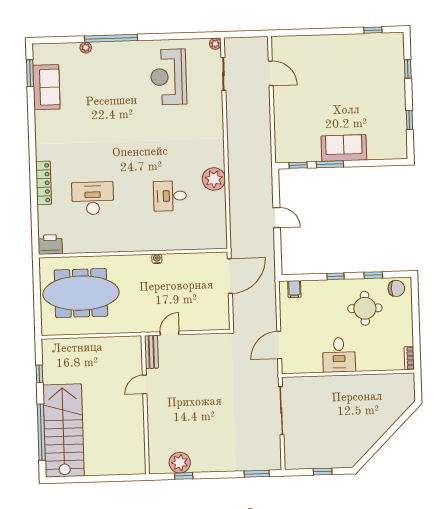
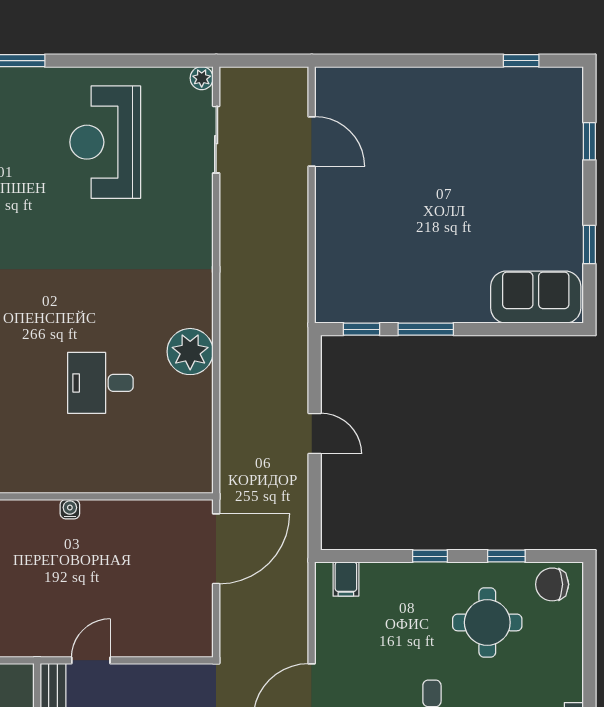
sofa: (344, 148) -> (536, 297), moved
chair: (396, 288) -> (552, 584), turned 180

